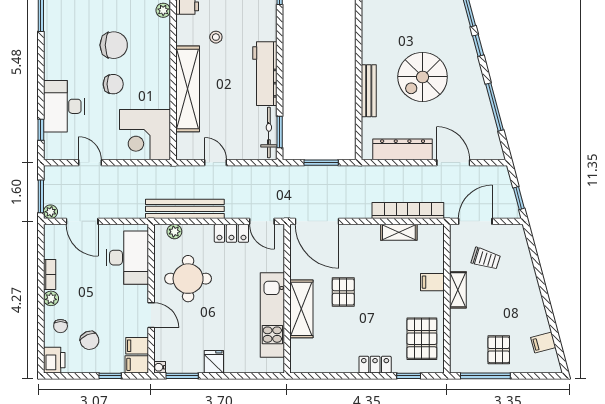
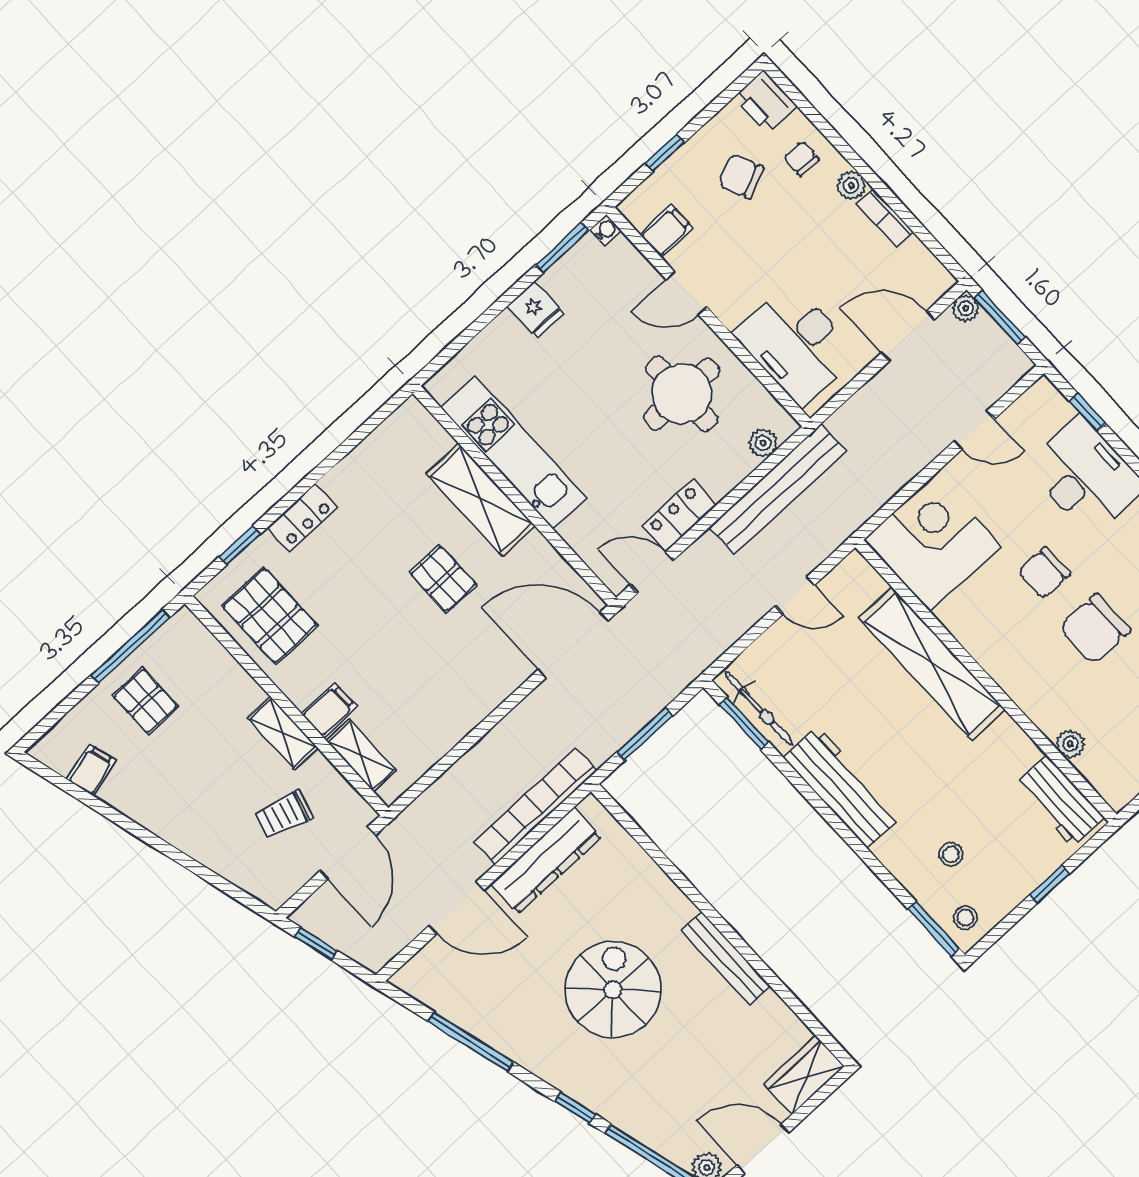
stool: (216, 37) -> (951, 854), moved
bench: (369, 91) -> (726, 958), moved
bookcase: (408, 211) -> (536, 806), moved, turned 180
shelving: (399, 232) -> (361, 755), moved, turned 90
filing cabinet: (137, 364) -> (642, 204), removed

